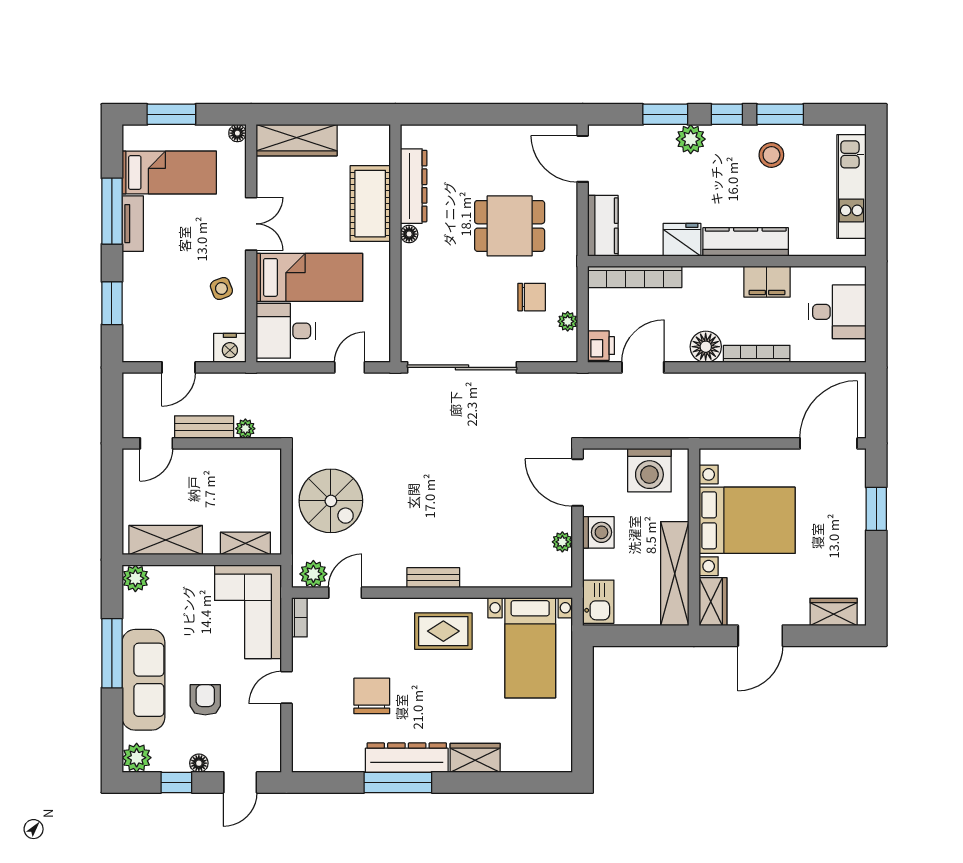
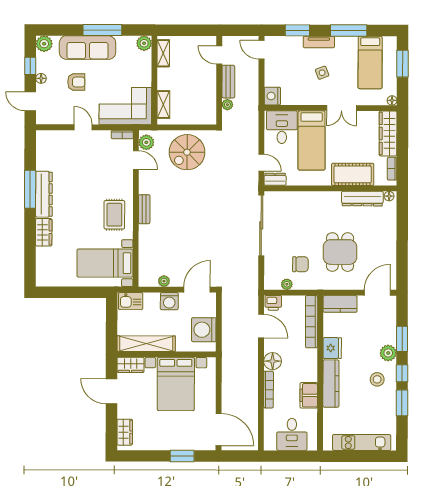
bookcase: (360, 133) -> (392, 169), added
stool: (771, 155) -> (377, 379), moved
tv unit: (133, 224) -> (319, 42), moved
floor lamp: (409, 234) -> (389, 196), moved
side table: (221, 289) -> (322, 73), moved
chair: (532, 297) -> (300, 264), turned -90
dresser: (379, 343) -> (275, 179), added
door: (179, 367) -> (262, 50), moved
shelving: (166, 540) -> (163, 53), width x0.67, depth x0.75
chair: (372, 696) -> (78, 175), removed

